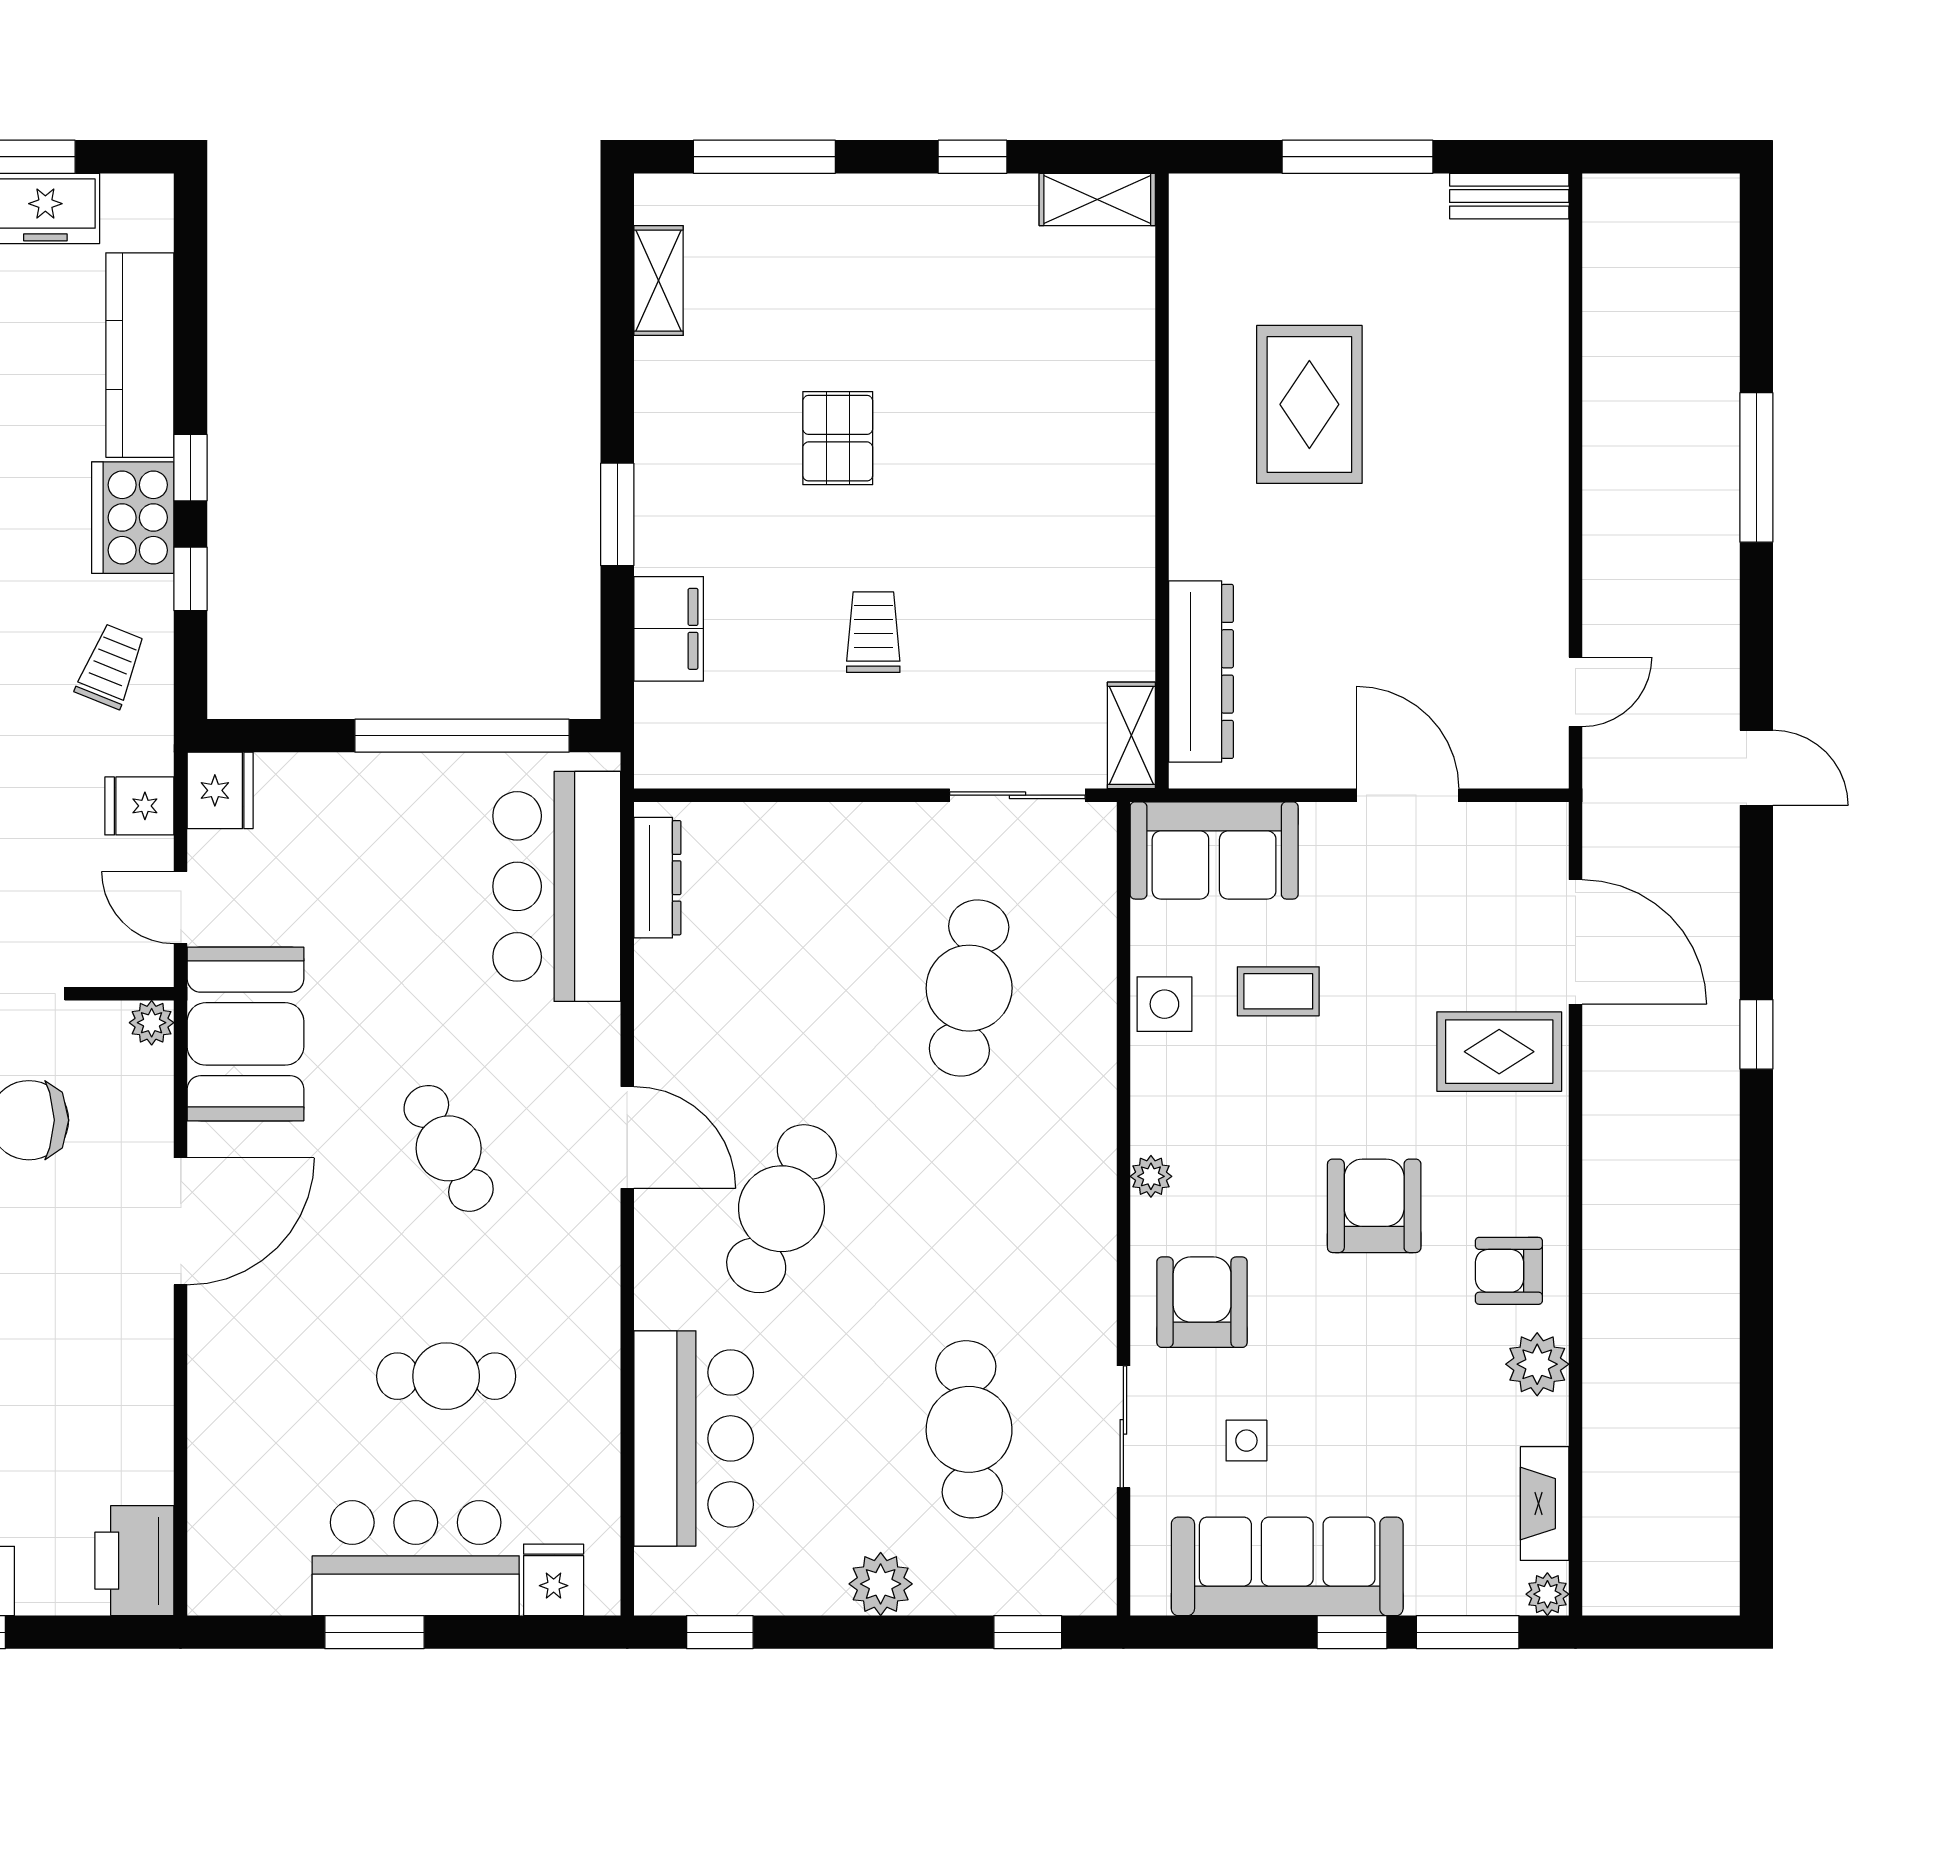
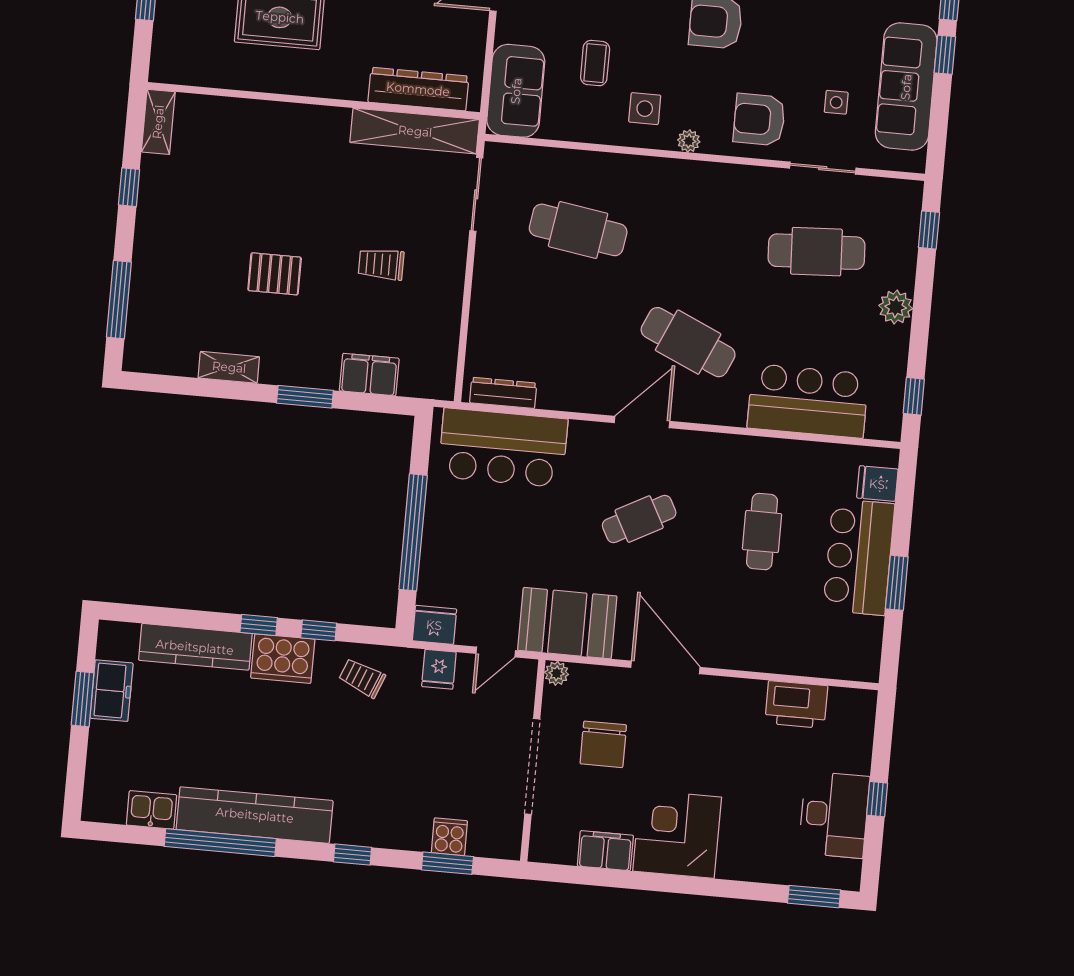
shelving: (658, 281) -> (229, 367), moved
shelving: (1131, 735) -> (415, 131), width x2.20, depth x1.33
window: (462, 736) -> (413, 532), moved
side table: (1164, 1004) -> (645, 109), moved
printer: (134, 1561) -> (796, 704), moved

